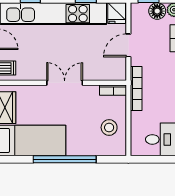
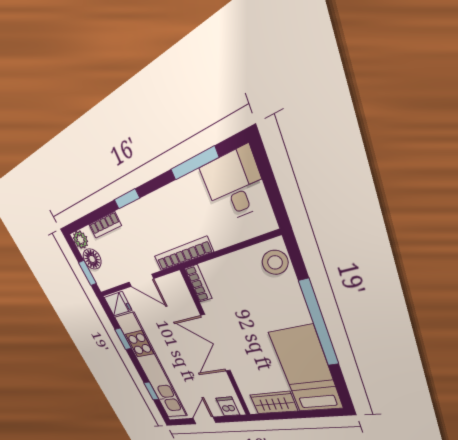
double door: (65, 83) -> (216, 343), width x1.37
stool: (109, 127) -> (275, 262), moved

